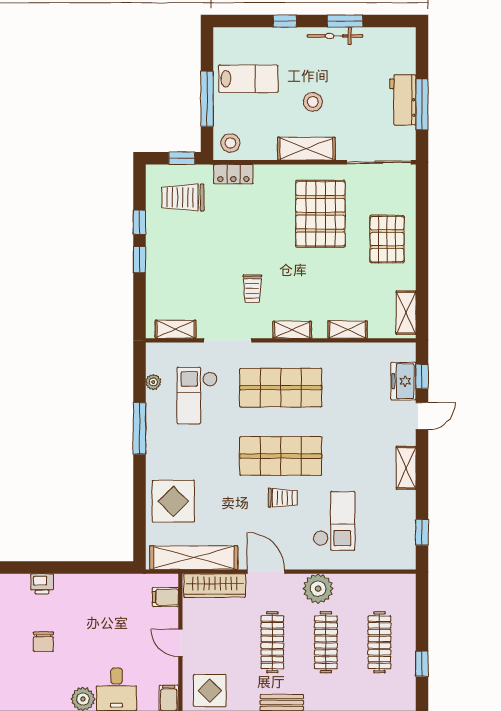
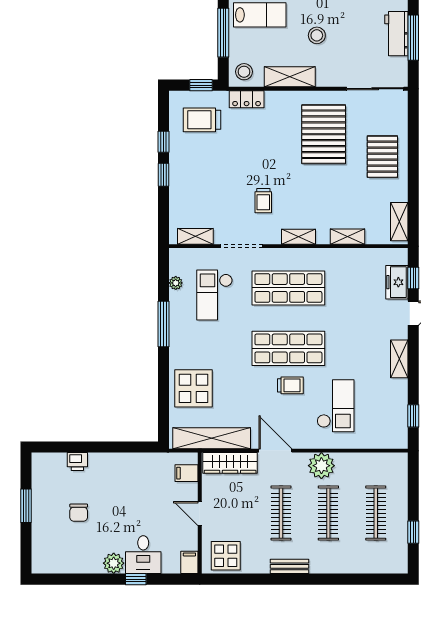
shelving: (306, 149) -> (290, 77), moved

